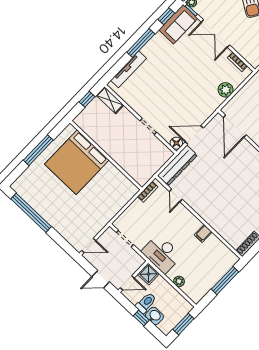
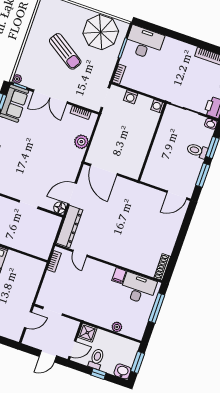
door: (89, 246) -> (28, 320), moved
desk: (162, 254) -> (138, 288), moved, turned 180
washbasin: (154, 316) -> (122, 371), moved

